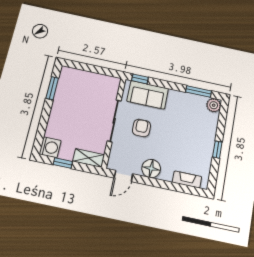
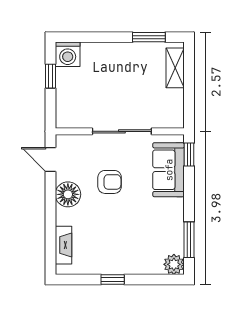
armchair: (141, 128) -> (110, 182), moved
shelving: (89, 158) -> (175, 68), moved

